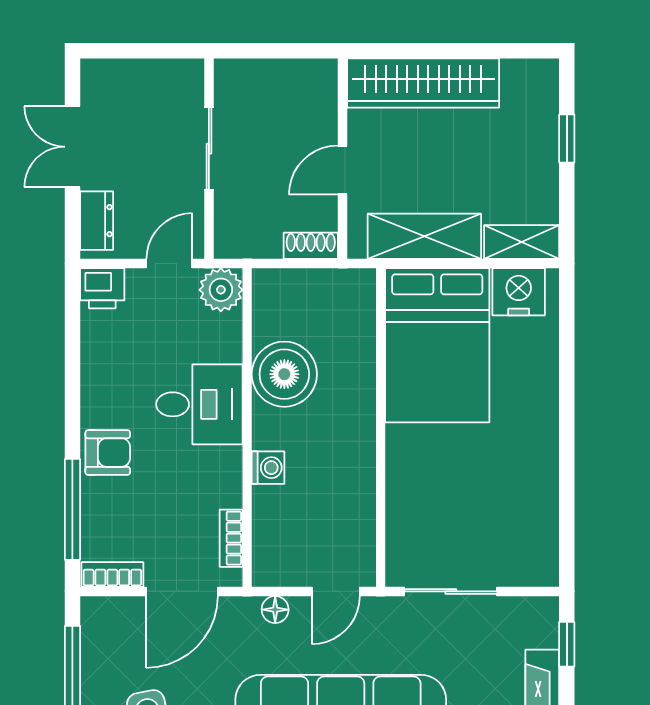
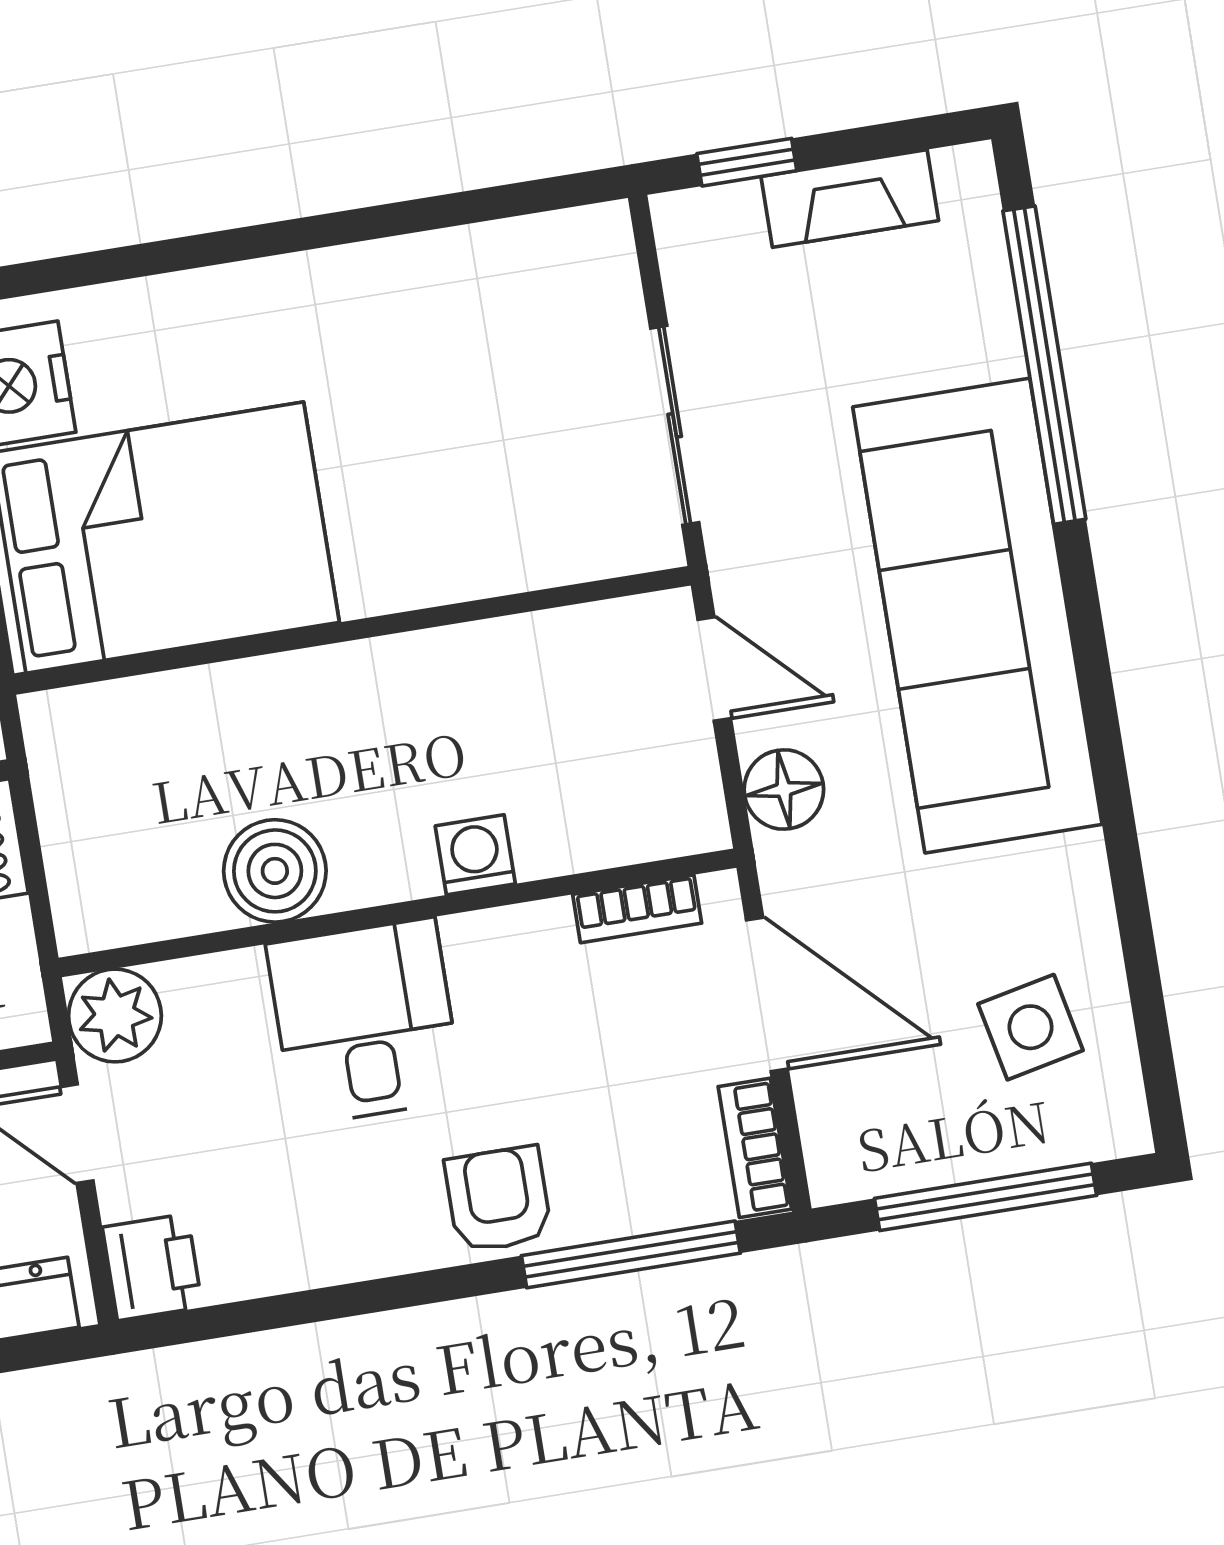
boiler: (284, 374) -> (275, 871), width x0.73, depth x0.73
floor lamp: (275, 610) -> (784, 790), width x1.37, depth x1.37

